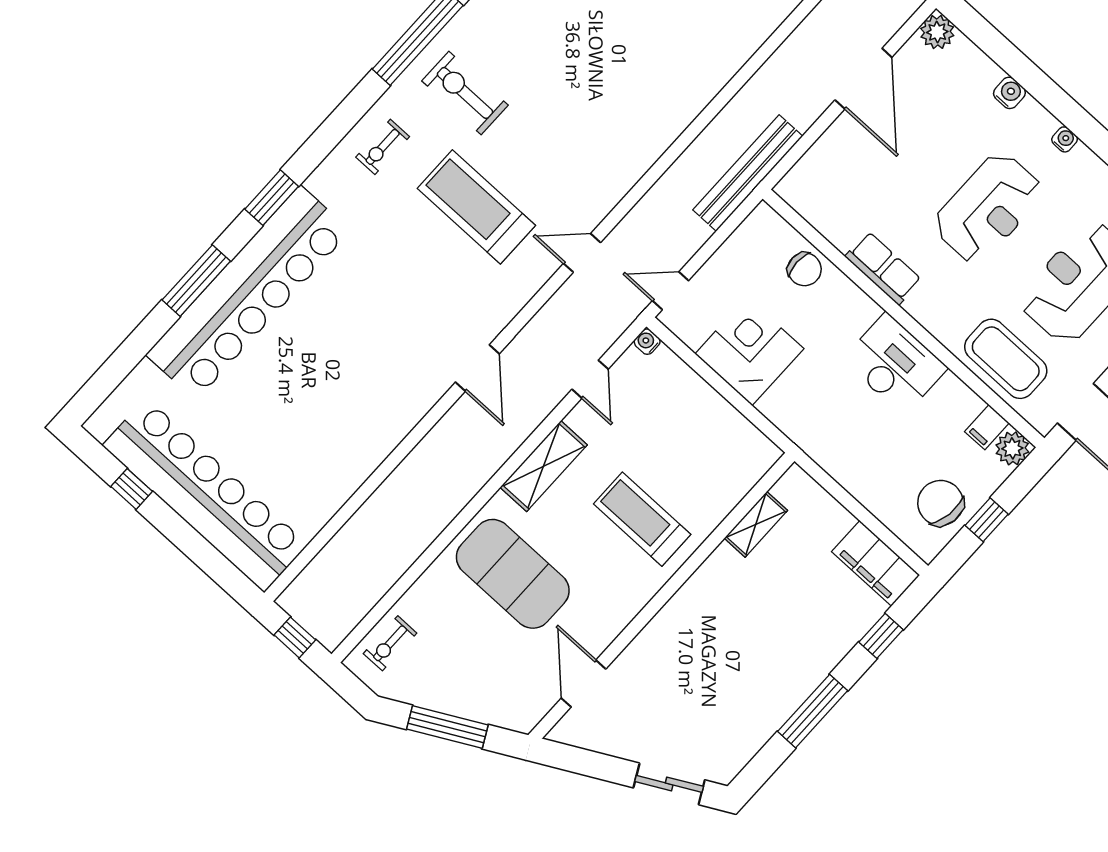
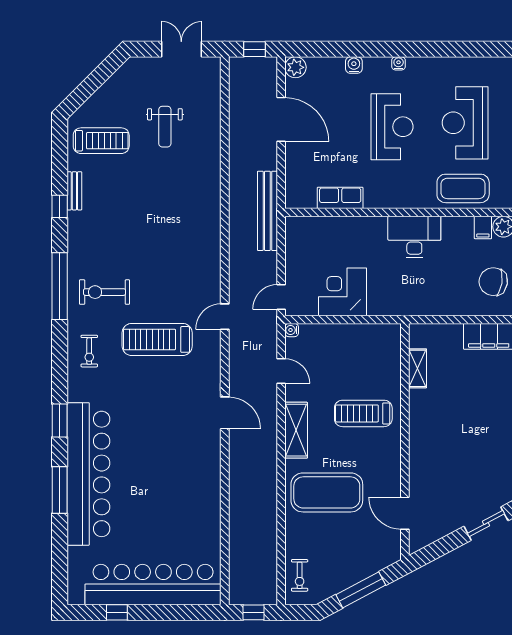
row of seats: (883, 268) -> (340, 198), moved
chair: (805, 269) -> (334, 231), removed

